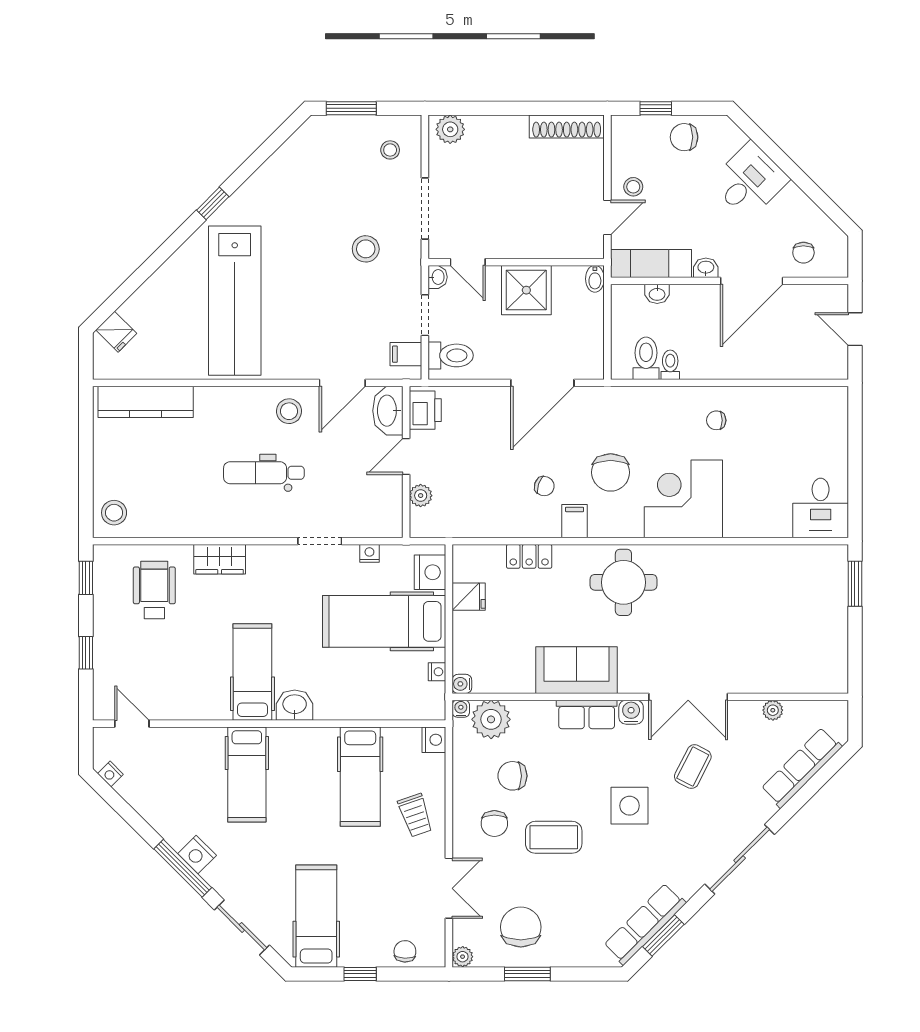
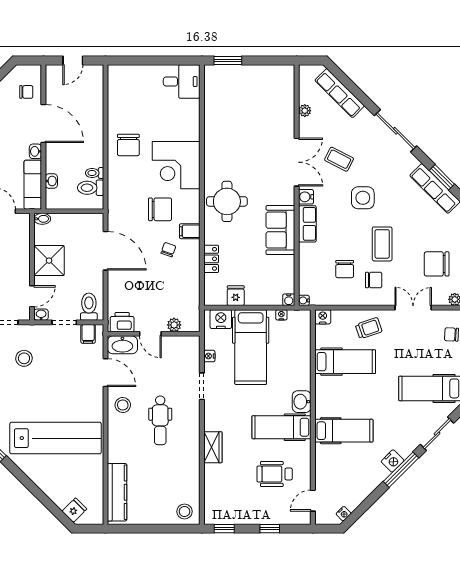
chair: (716, 420) -> (128, 145), width x1.87, depth x1.87
wheelchair: (154, 590) -> (275, 474), moved
plant: (491, 719) -> (310, 282), removed

